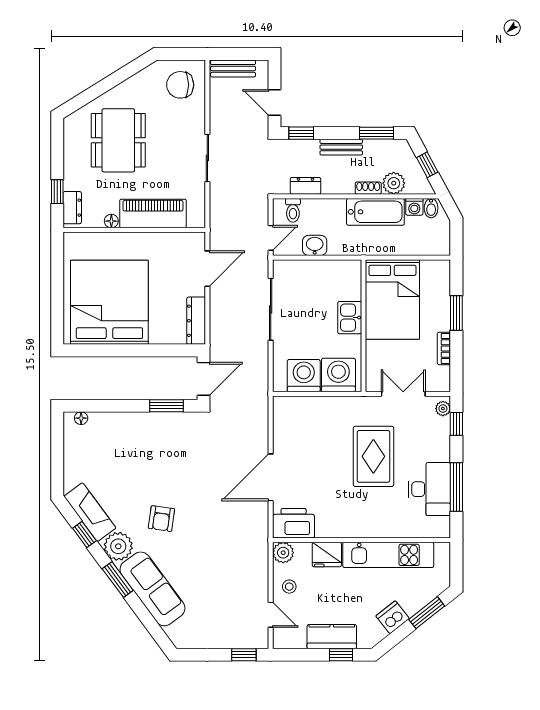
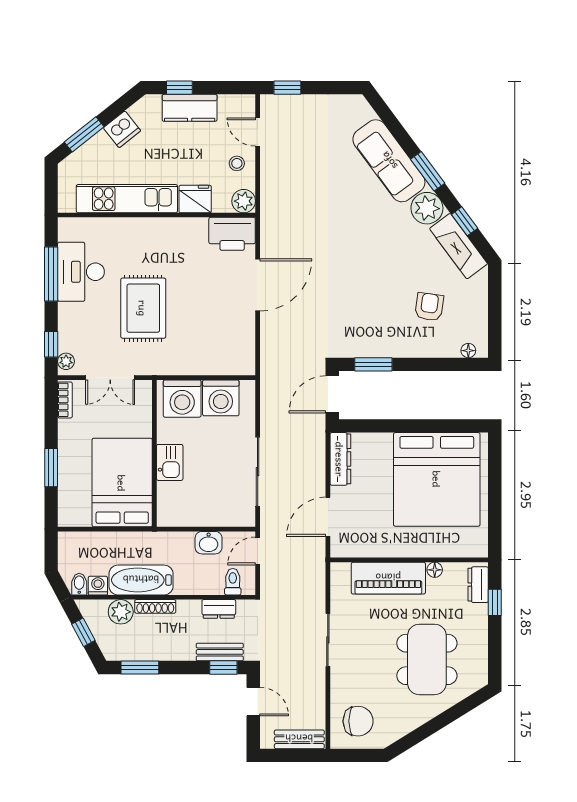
bench: (341, 147) -> (220, 652), moved
shoe rack: (368, 188) -> (155, 606), width x1.43
bookcase: (444, 348) -> (65, 400), moved
armchair: (161, 519) -> (429, 307), moved

